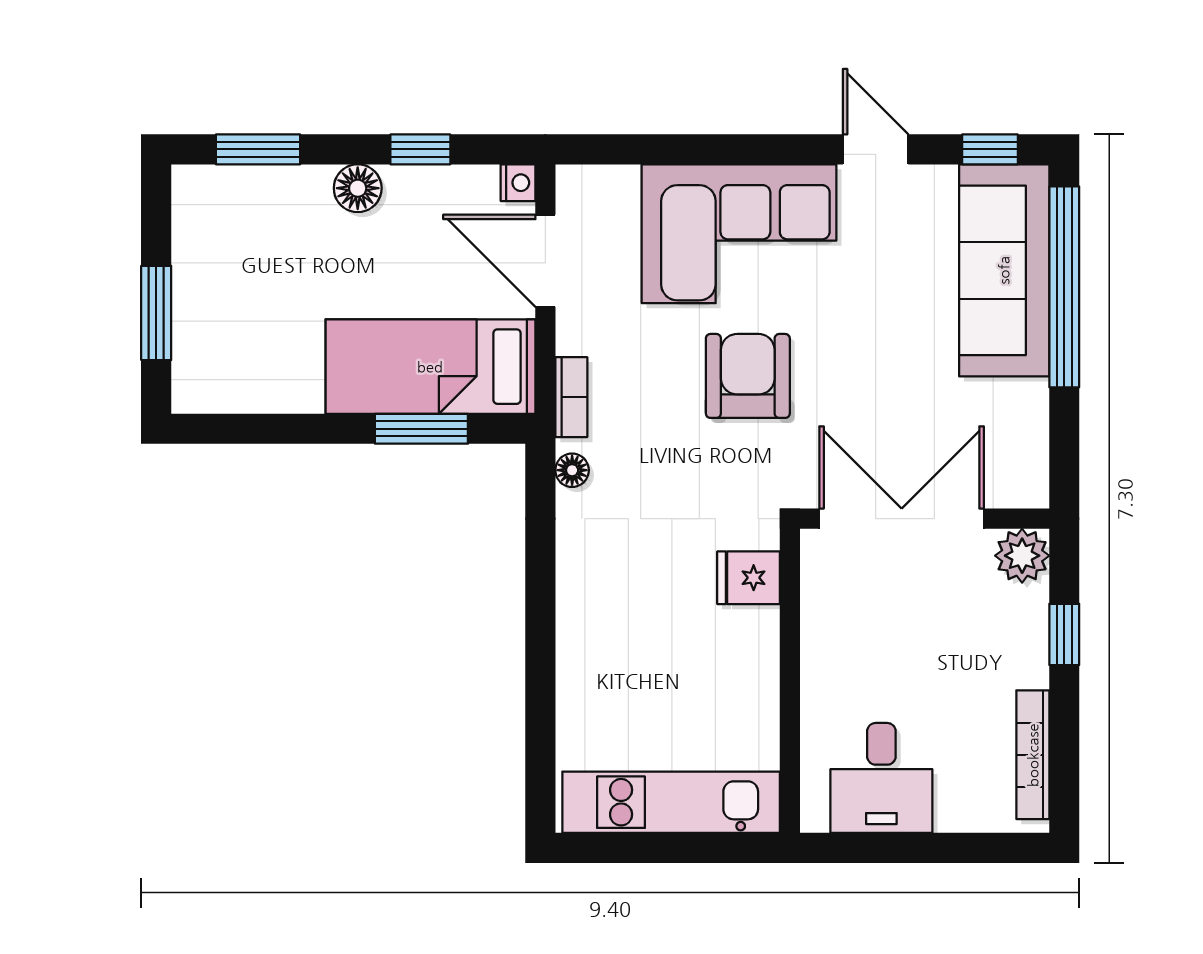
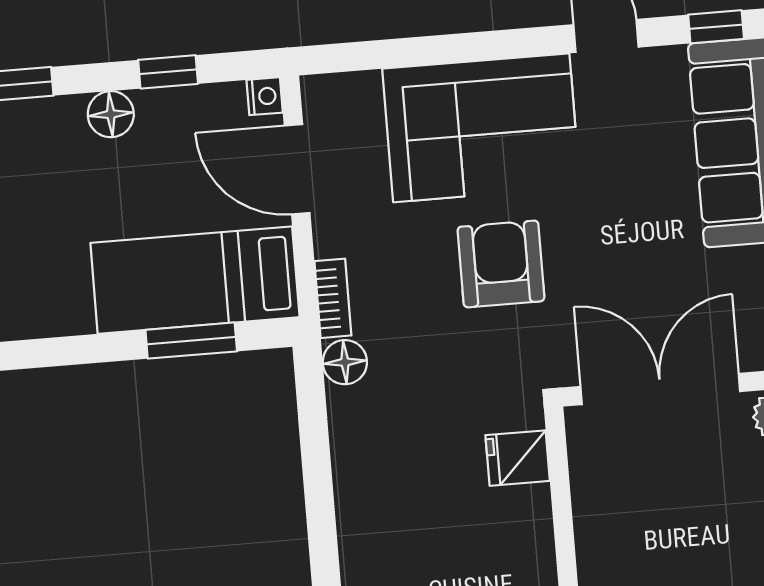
floor lamp: (572, 470) -> (345, 362), width x1.37, depth x1.37

